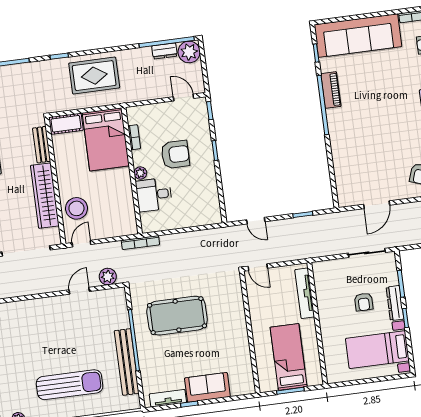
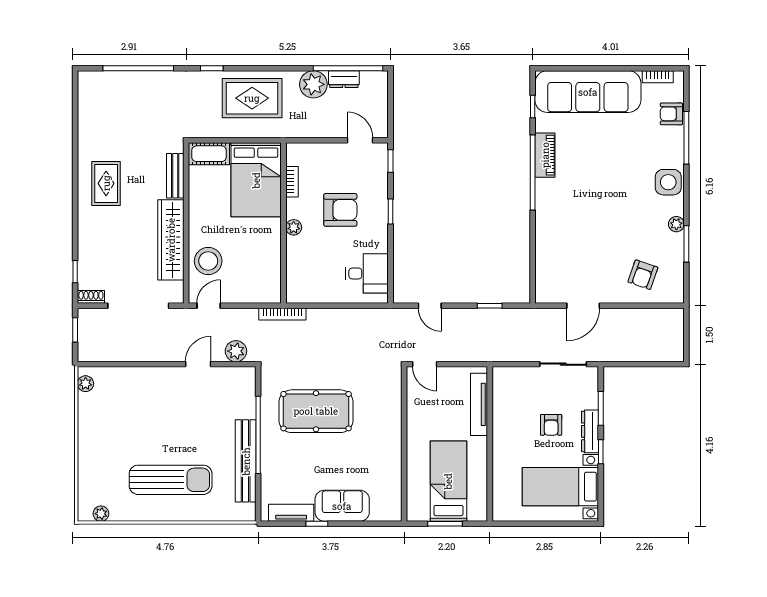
plant: (189, 52) -> (313, 84), moved
desk: (154, 195) -> (367, 273), moved, turned 180

